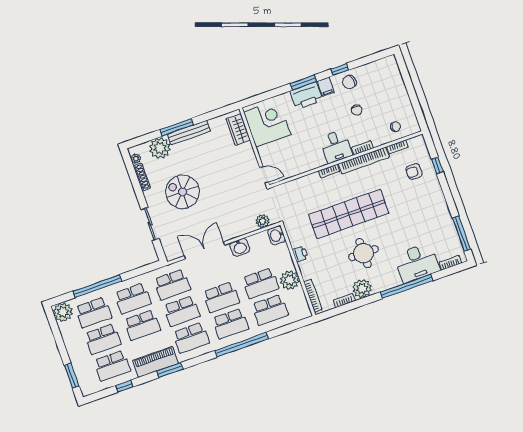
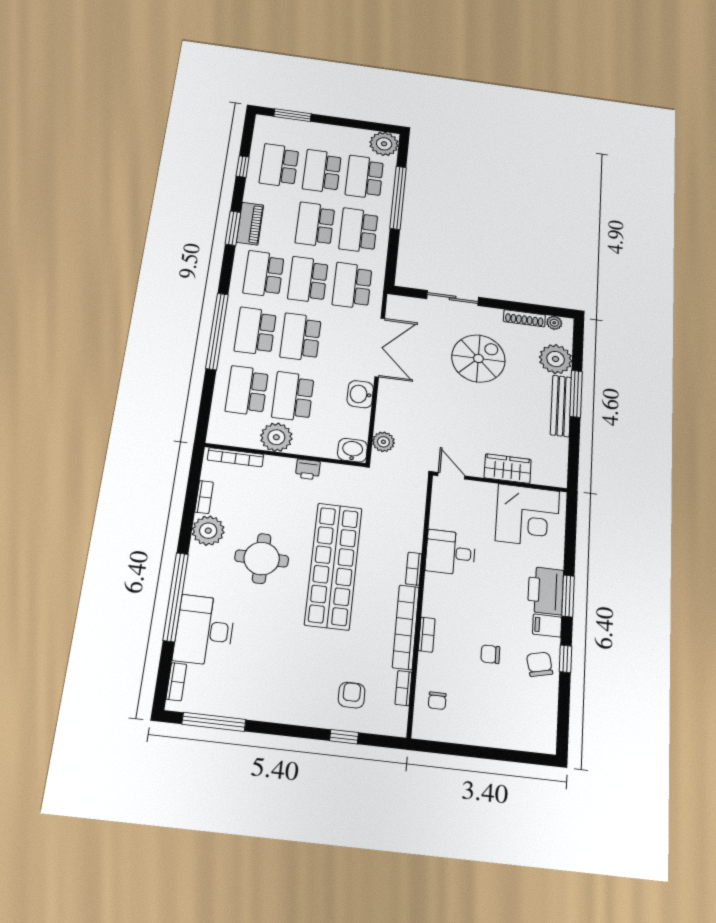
wardrobe: (238, 129) -> (508, 469), moved
desk: (336, 146) -> (450, 553), moved
door: (264, 175) -> (451, 476), swing flipped
piano: (156, 362) -> (250, 224), width x0.73, depth x0.75

